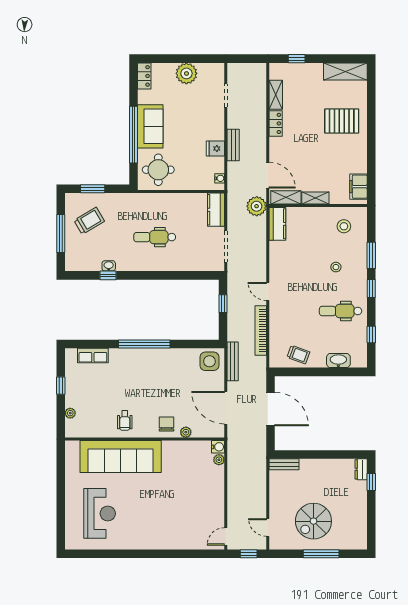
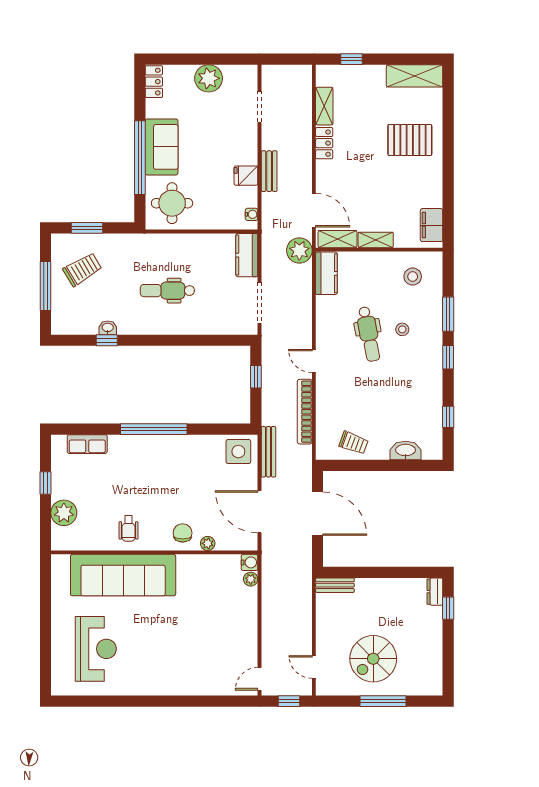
dental chair: (341, 311) -> (369, 334), moved, turned -101
plant: (70, 413) -> (64, 513), width x1.88, depth x1.88

